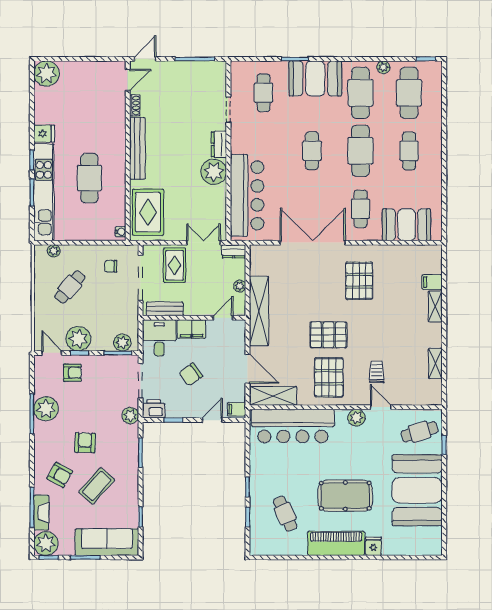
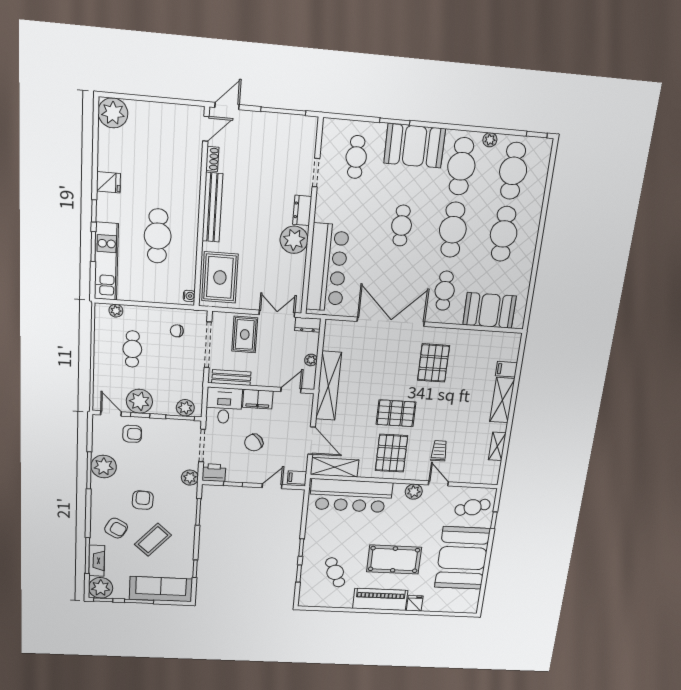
cafe table: (409, 151) -> (504, 234), width x1.37, depth x1.35
kitchen unit: (44, 192) -> (106, 261), width x0.73
cafe table: (70, 287) -> (132, 349), turned -40
shelving: (435, 306) -> (502, 400), width x1.50, depth x1.33

